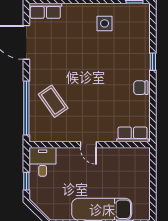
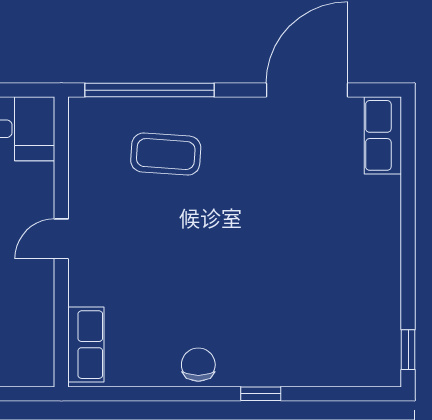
side table: (105, 23) -> (352, 278), removed
coffee table: (53, 101) -> (166, 154), turned 39

